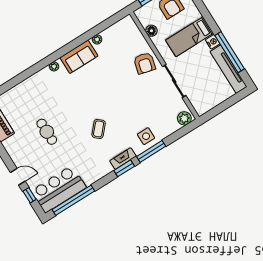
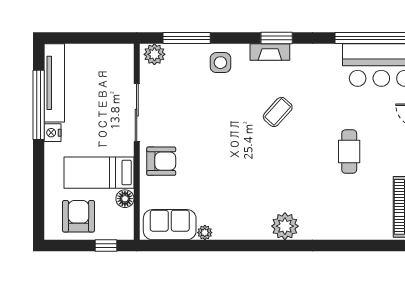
bed: (190, 37) -> (99, 173), moved, turned 180
sofa: (79, 57) -> (170, 225), moved
armchair: (145, 63) -> (161, 161), turned 75
plant: (54, 66) -> (285, 226), width x1.88, depth x1.88
window: (151, 151) -> (187, 38), moved

